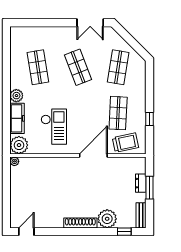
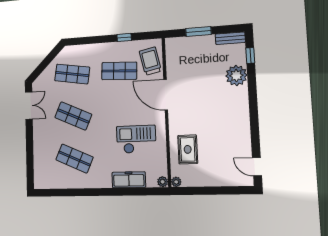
shop shelf: (38, 67) -> (74, 158), turned 33
shop shelf: (78, 67) -> (73, 116), turned 45
plant: (16, 96) -> (105, 181), removed
plant: (19, 145) -> (163, 182), width x0.53, depth x0.53
rug: (43, 173) -> (188, 149), added
dresser: (141, 183) -> (194, 41), removed
shoe rack: (80, 223) -> (243, 105), removed

